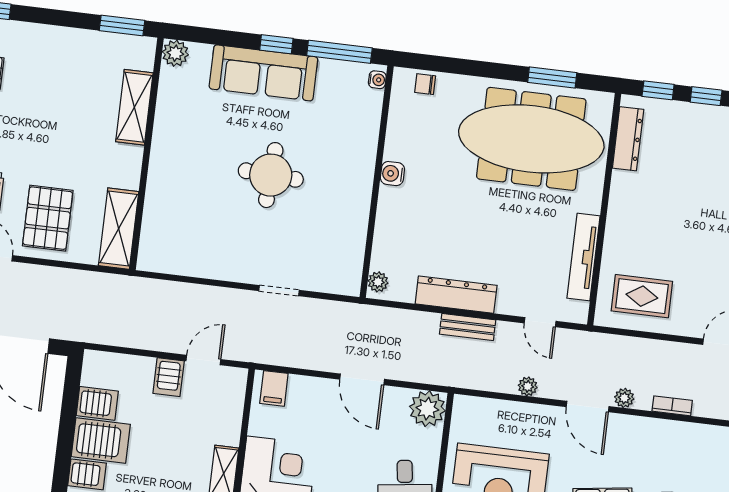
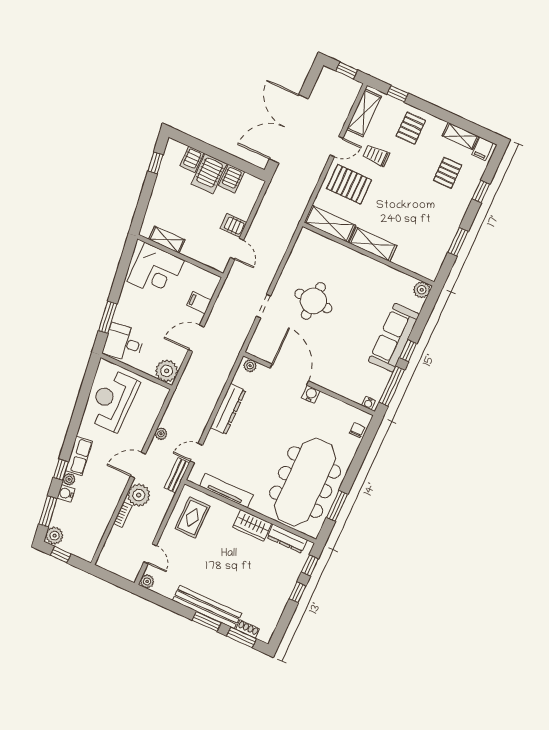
window: (122, 25) -> (458, 242), moved
shelving: (134, 107) -> (373, 244), moved
round table: (271, 175) -> (313, 301), moved
wardrobe: (625, 200) -> (252, 525), added
door: (372, 217) -> (289, 375), added
bench: (468, 327) -> (177, 475), moved
filing cabinet: (274, 388) -> (199, 303), moved
plant: (624, 398) -> (139, 495), width x1.87, depth x1.87

